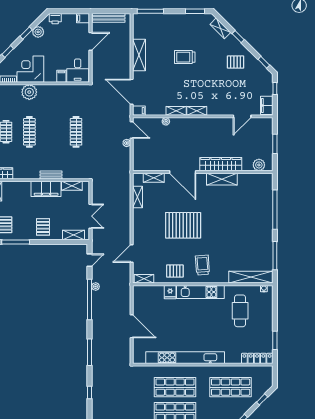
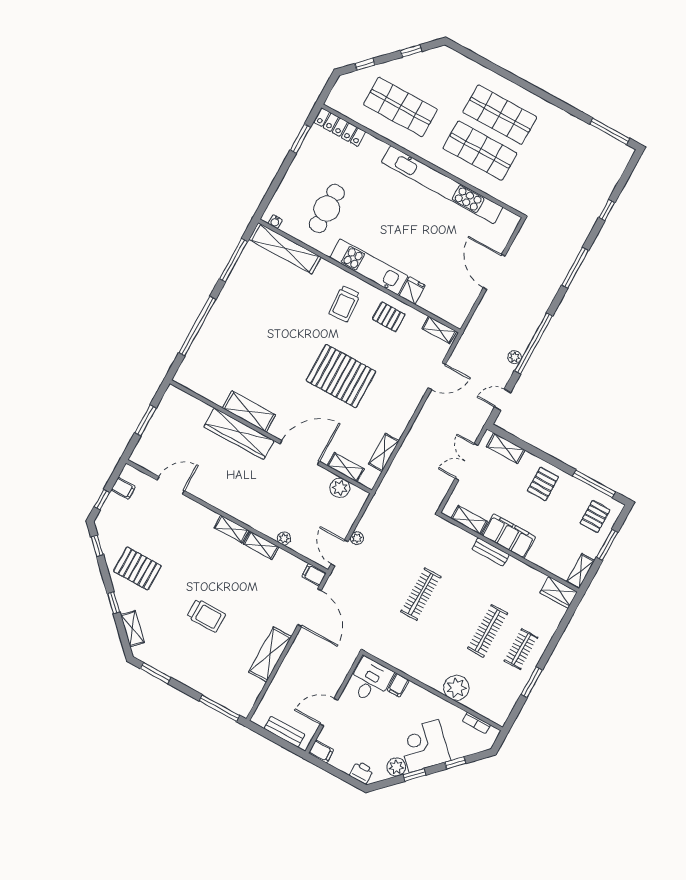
bench: (109, 18) -> (284, 732), width x0.73
pallet: (236, 62) -> (137, 568), width x1.50, depth x1.42
corner desk: (30, 69) -> (424, 746), moved, turned 135
filing cabinet: (267, 105) -> (123, 488), width x0.50
plant: (259, 165) -> (340, 488), moved
door: (183, 172) -> (300, 453), hinge flipped

